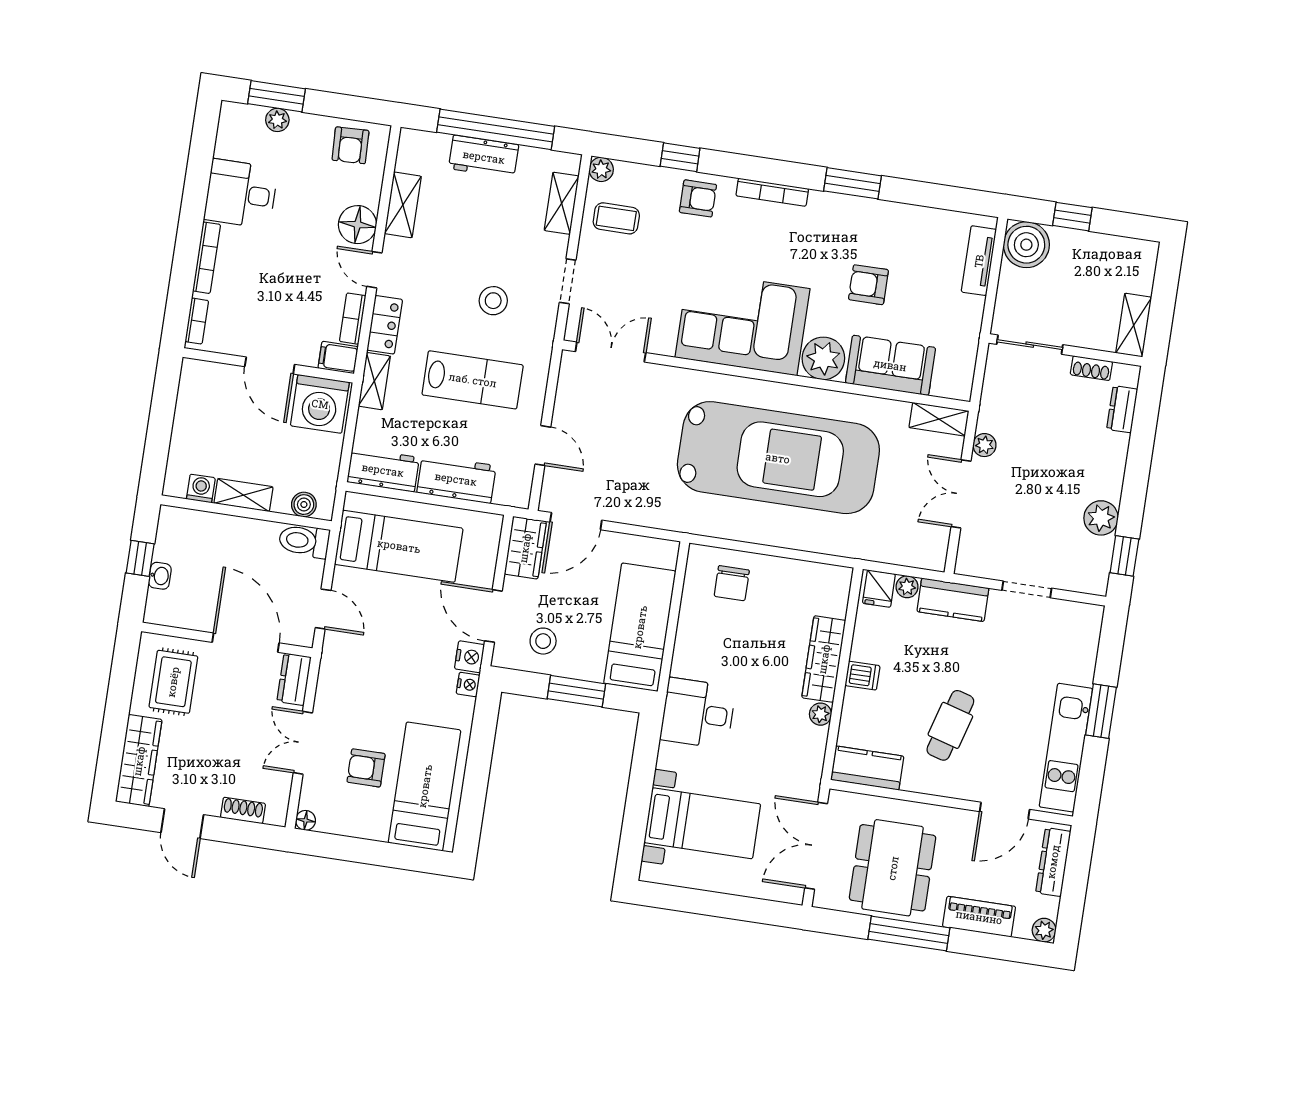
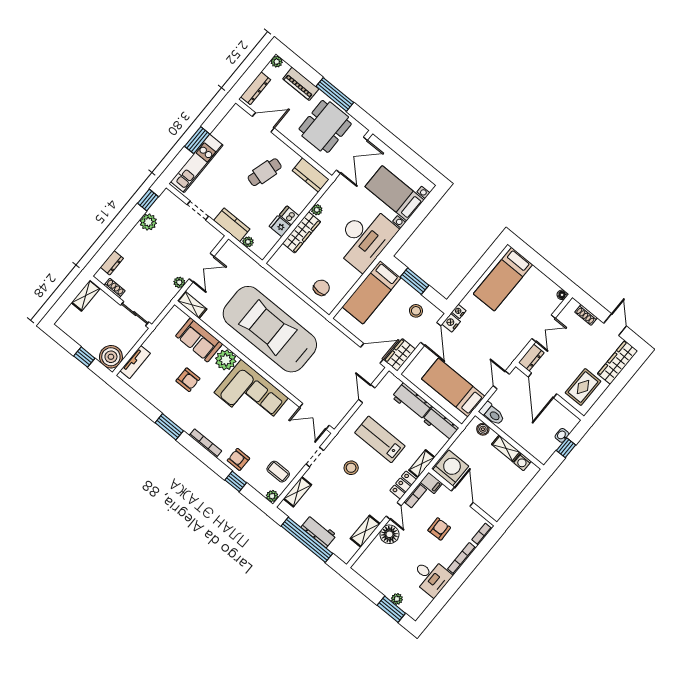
armchair: (350, 145) -> (439, 529), moved
fridge: (879, 589) -> (280, 226), moved, turned -90
desk: (698, 713) -> (365, 238), width x1.87, depth x1.30
kitchen unit: (1066, 748) -> (197, 163), moved
armchair: (366, 768) -> (523, 302), removed

